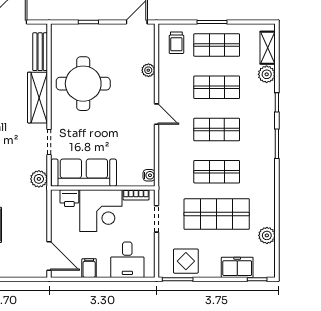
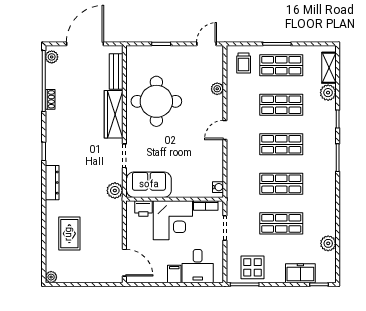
door: (156, 114) -> (225, 130), swing flipped
sofa: (84, 173) -> (149, 185), width x0.73
shop shelf: (217, 214) -> (281, 223), width x0.70, depth x0.74
filing cabinet: (89, 268) -> (174, 274), moved

